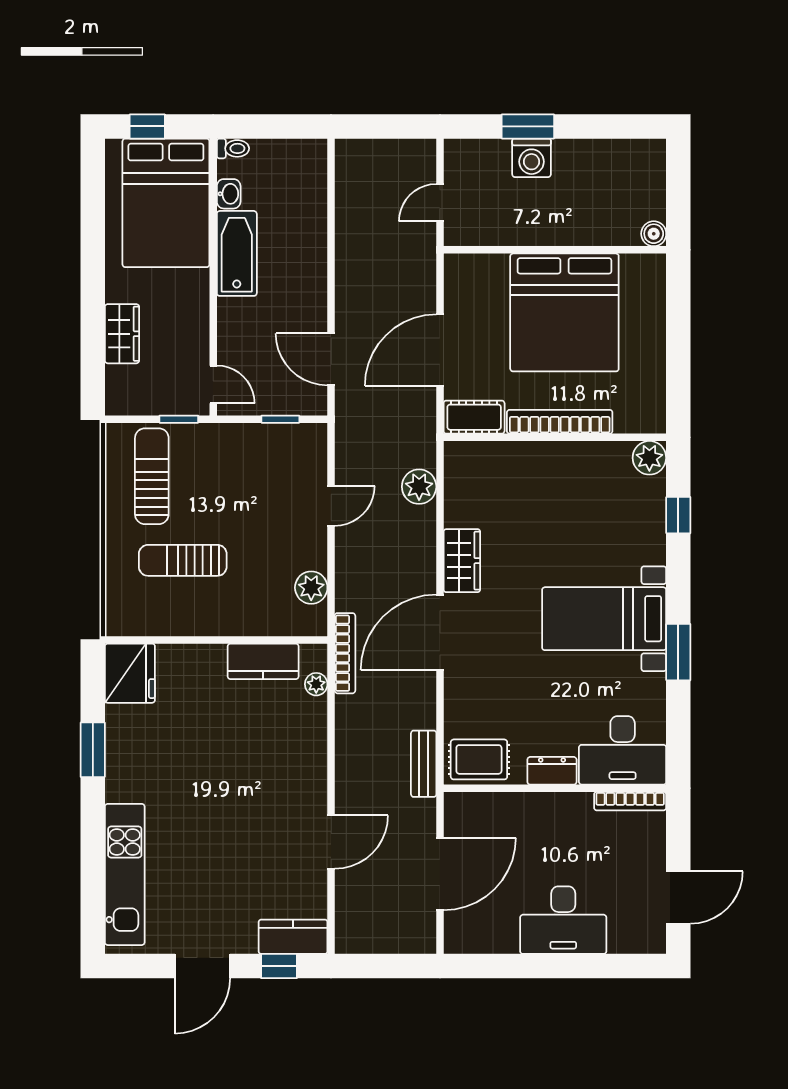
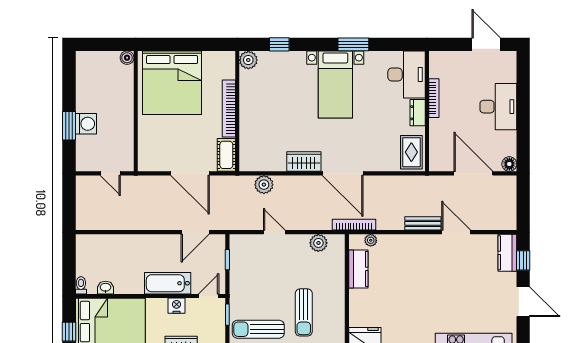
bathtub: (237, 253) -> (168, 283), moved
bed: (564, 312) -> (172, 83), moved, turned 90
nightstand: (195, 325) -> (177, 306), added
bench: (424, 764) -> (423, 223), moved
bookcase: (630, 801) -> (434, 98), moved
floor lamp: (457, 940) -> (509, 164), added

